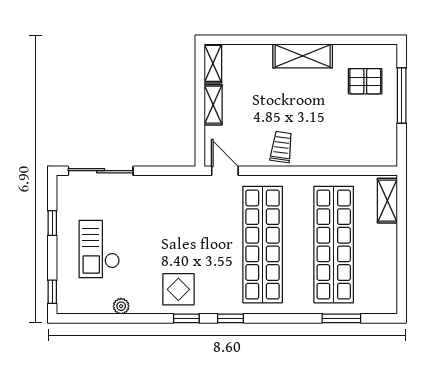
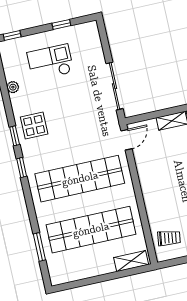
trolley: (281, 147) -> (169, 238), moved
sliding door: (101, 171) -> (114, 86), moved

